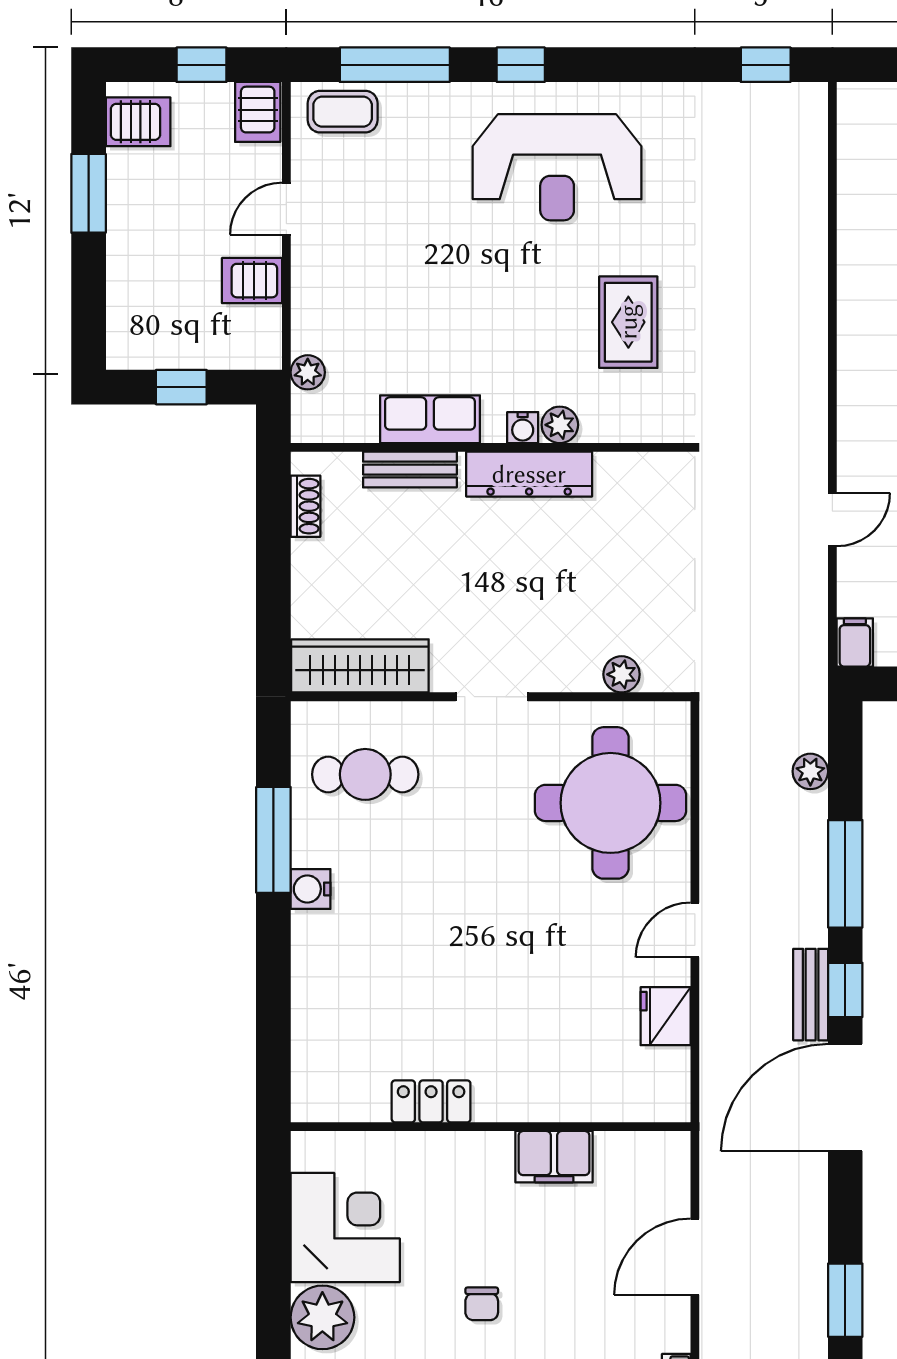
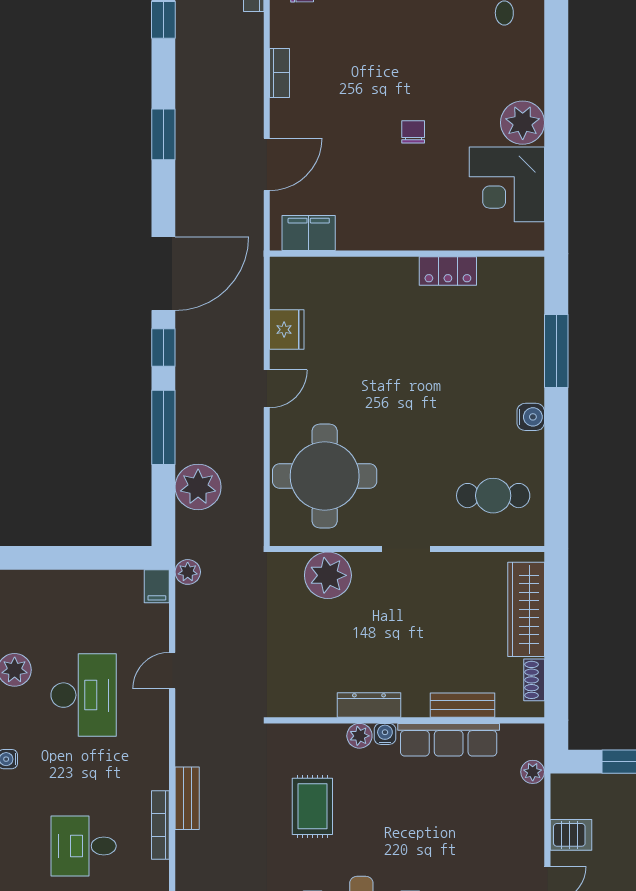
bookcase: (850, 295) -> (160, 825), added
row of seats: (430, 419) -> (449, 740), width x1.48
dresser: (529, 474) -> (369, 705), width x0.73, depth x0.80
plant: (810, 663) -> (188, 572), added
wardrobe: (360, 666) -> (526, 609), moved, turned 90
plant: (622, 674) -> (328, 575), width x1.88, depth x1.88
plant: (810, 771) -> (198, 487), width x1.87, depth x1.87
window: (273, 840) -> (556, 351), moved
bench: (811, 995) -> (187, 798), moved
filing cabinet: (554, 1157) -> (309, 233), moved

